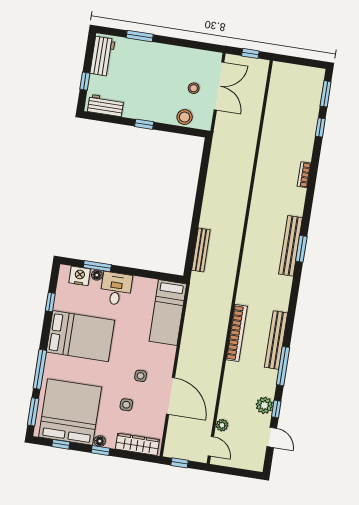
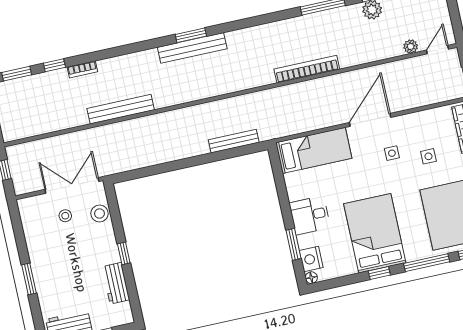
window: (140, 36) -> (29, 279), moved
double door: (219, 86) -> (72, 185), moved
workbench: (106, 106) -> (116, 283), moved
bookcase: (304, 175) -> (82, 69), moved
floor lamp: (97, 275) -> (311, 278), moved
window: (50, 302) -> (379, 273), moved
bench: (276, 340) -> (121, 109), moved
door: (171, 396) -> (370, 120), moved

